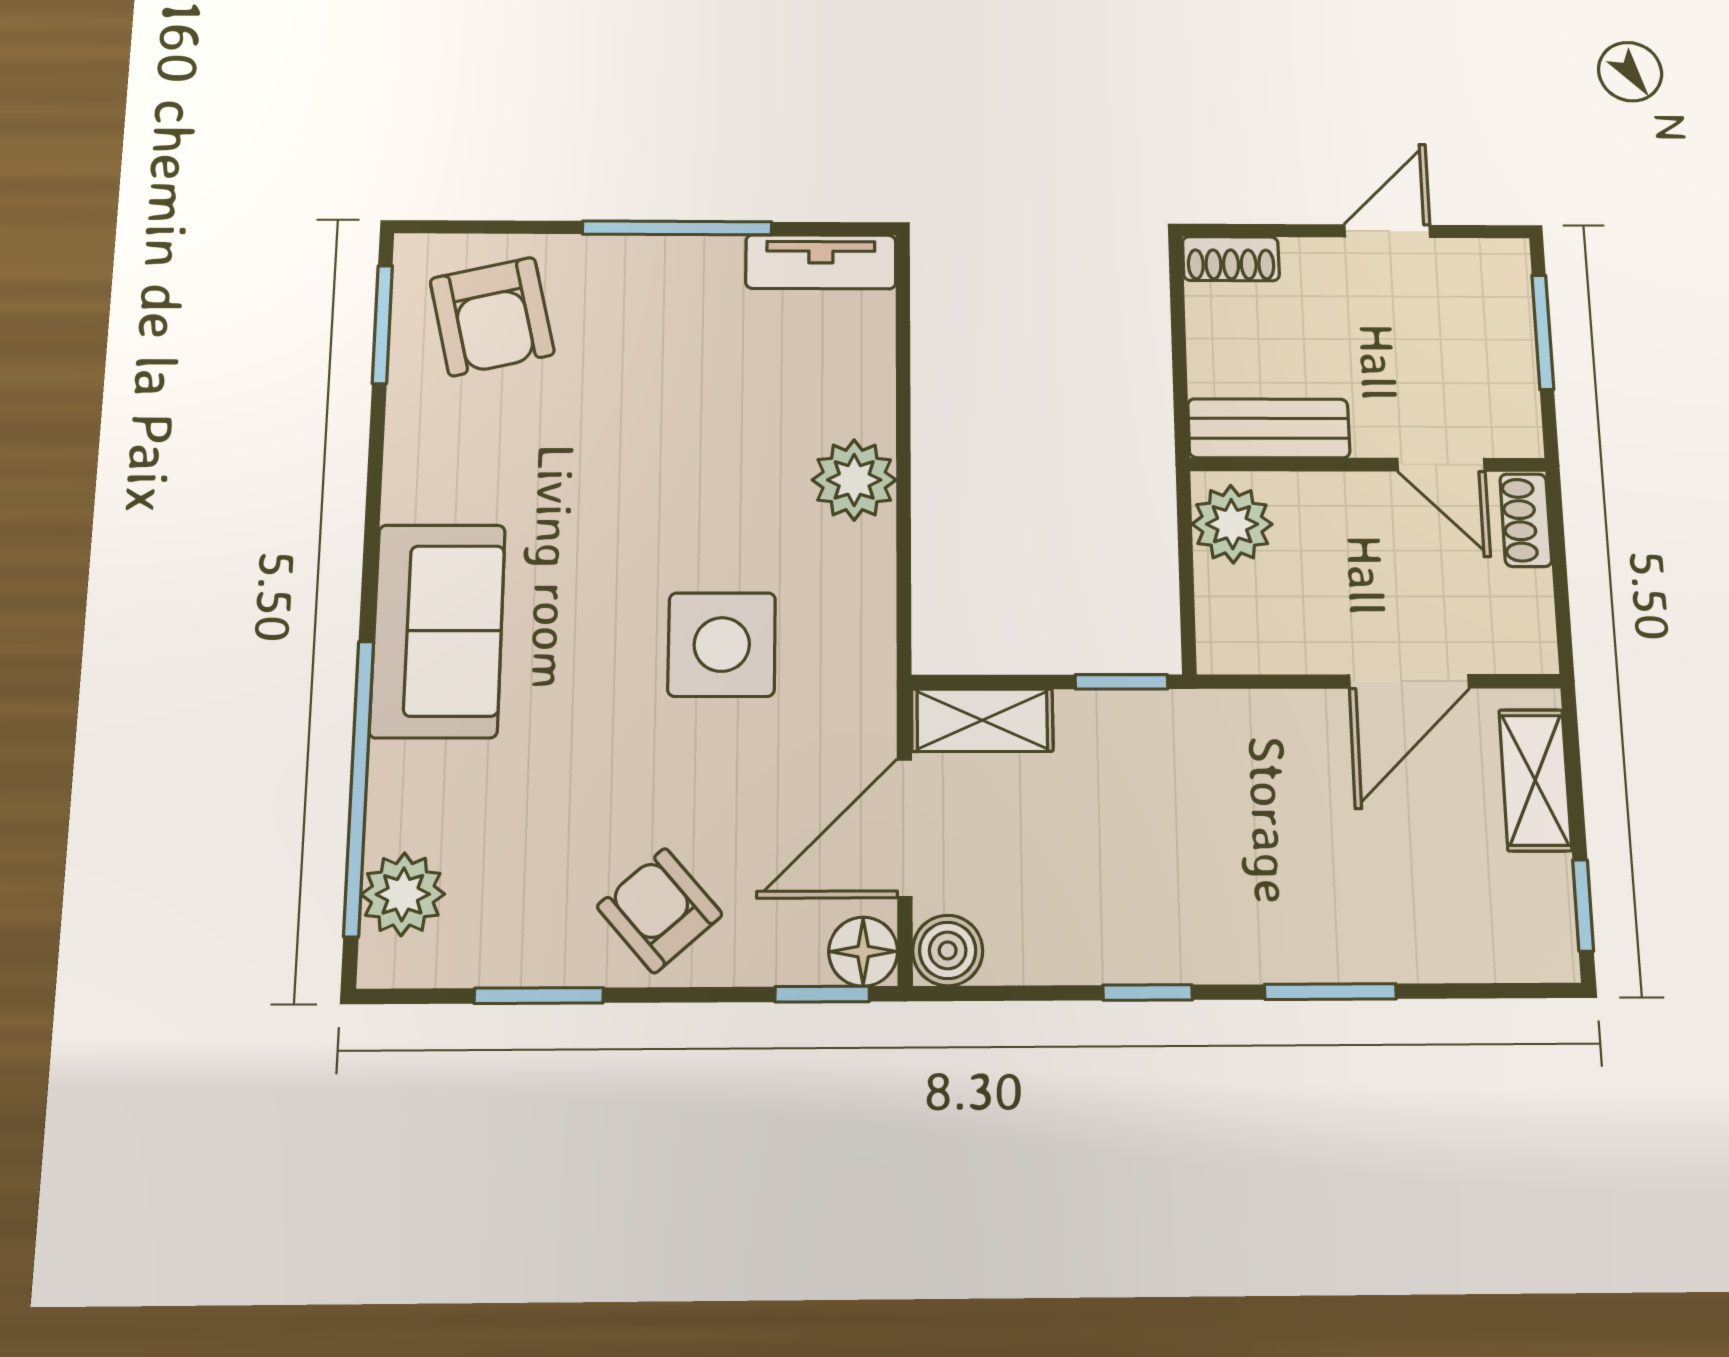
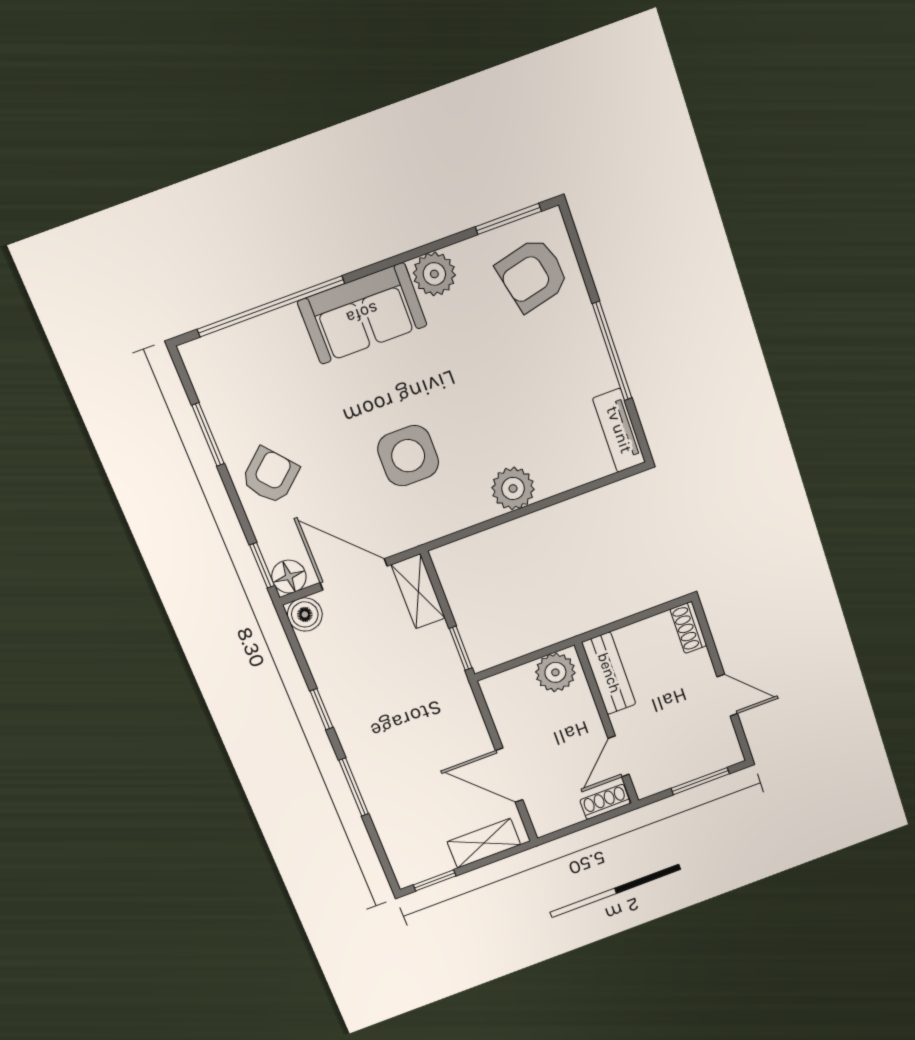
plant: (403, 894) -> (434, 274), moved

